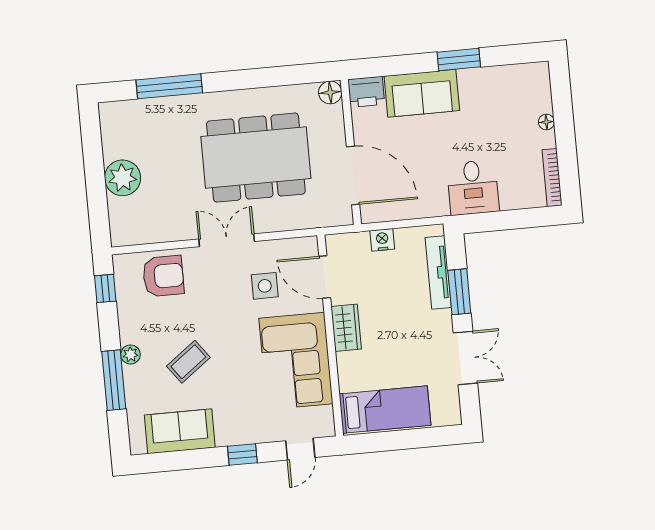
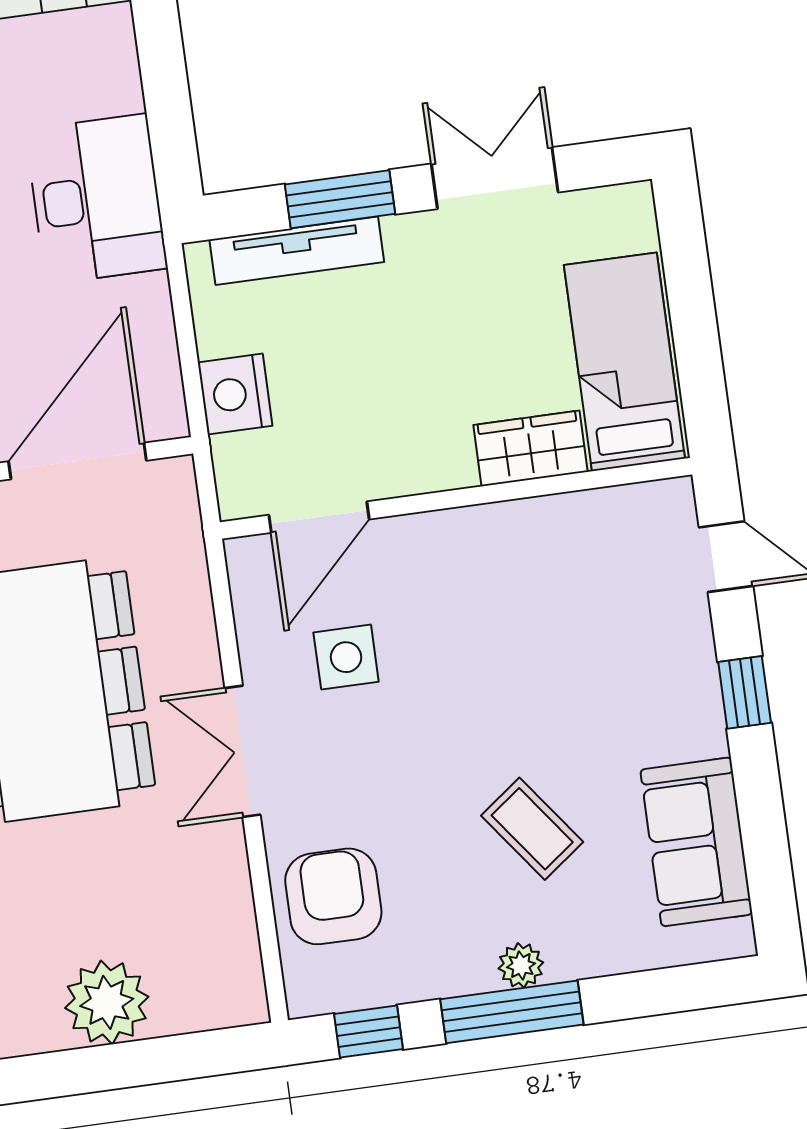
desk: (473, 187) -> (96, 199), width x1.37
nightstand: (382, 240) -> (235, 394), width x1.36, depth x1.33
wardrobe: (346, 328) -> (531, 448), moved
corner sofa: (296, 361) -> (519, 576), removed
window: (114, 380) -> (512, 1012), moved

